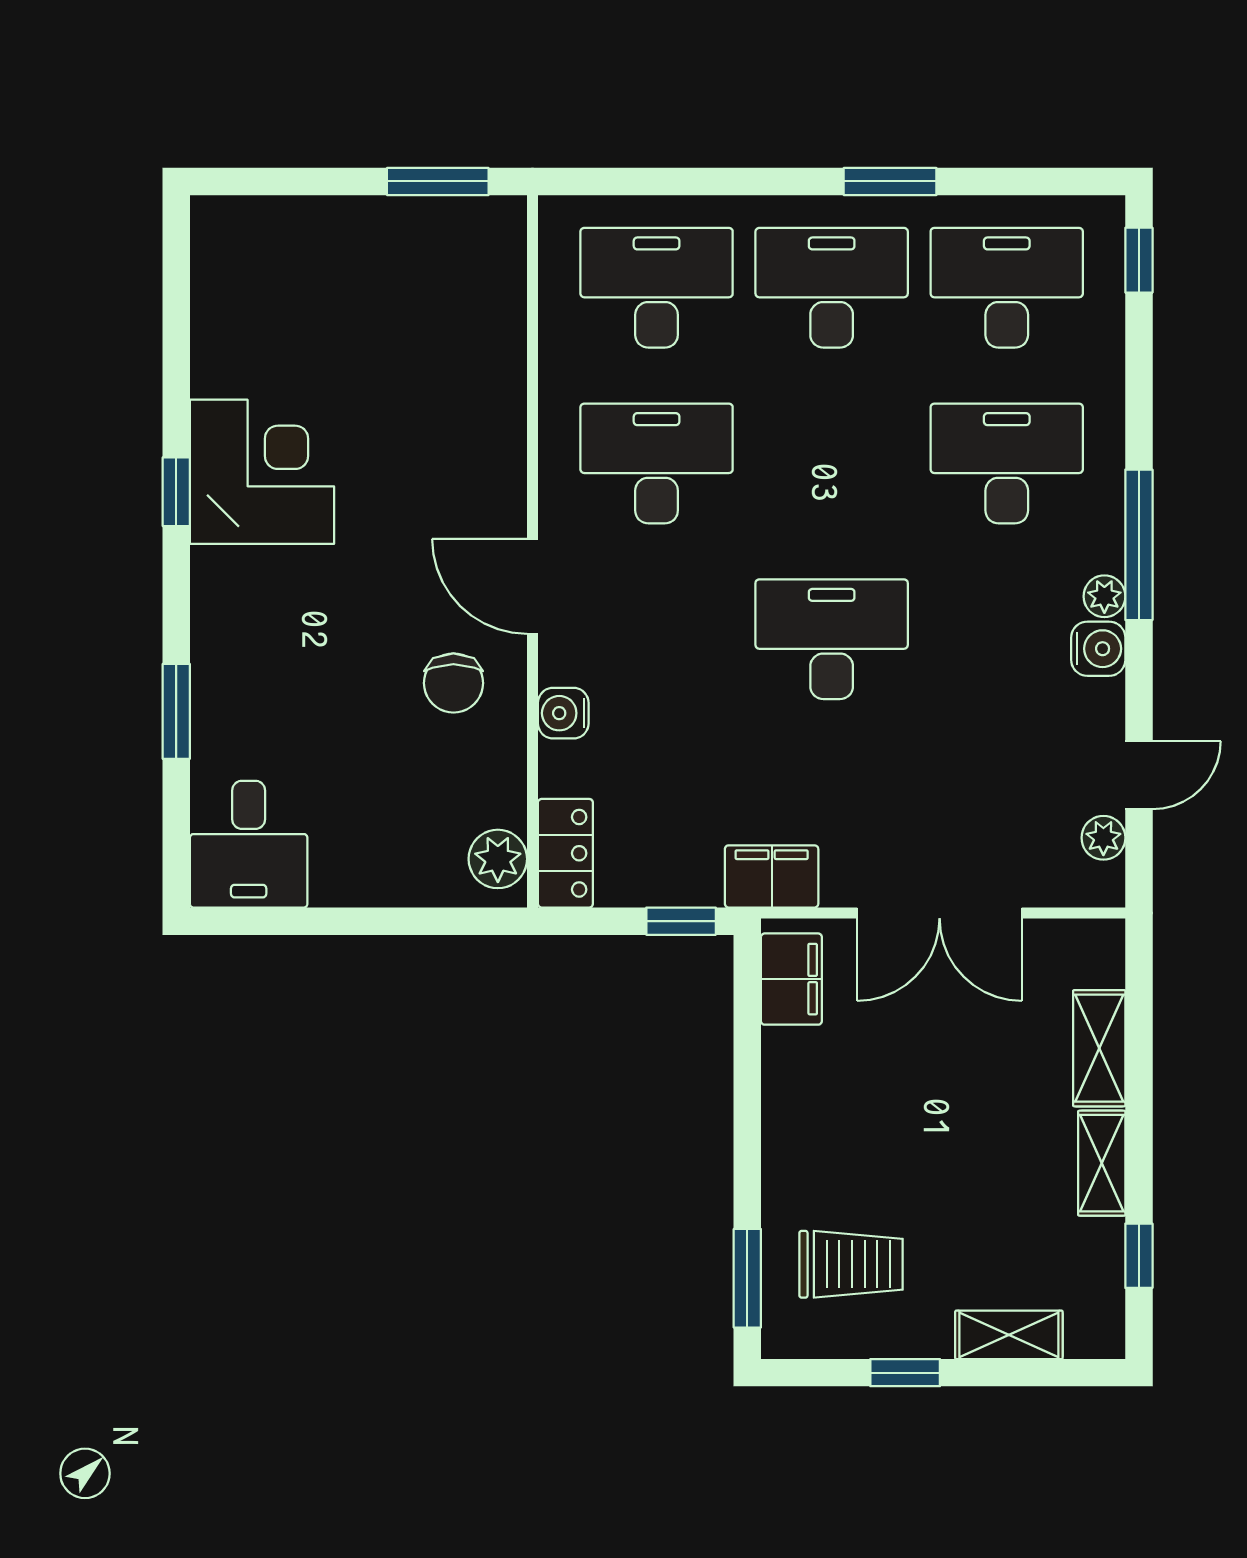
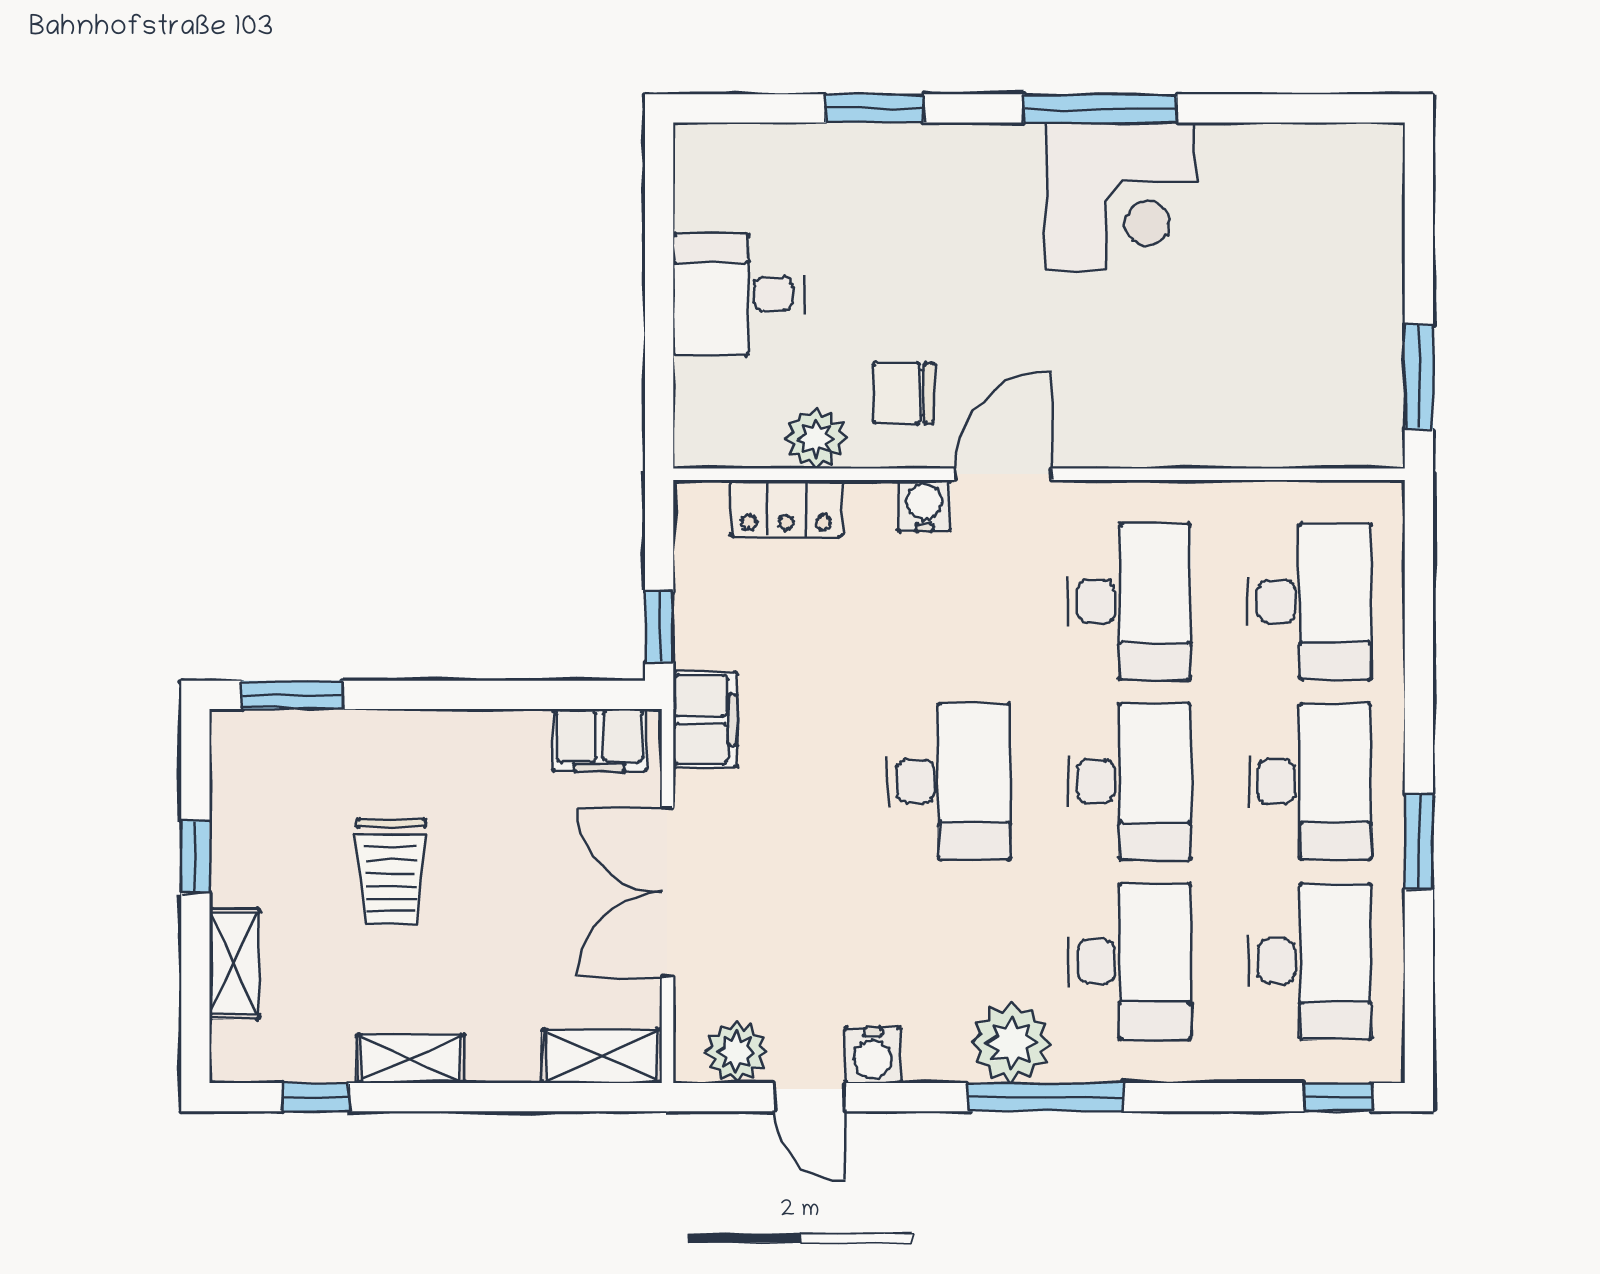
desk: (832, 463) -> (1129, 781), added
window: (176, 492) -> (1100, 108), width x2.17
plant: (1104, 596) -> (1012, 1043), width x1.88, depth x1.88
water cooler: (1098, 649) -> (873, 1055), moved
water cooler: (563, 713) -> (924, 506), moved
plant: (1103, 838) -> (736, 1052), width x1.38, depth x1.38
desk: (249, 844) -> (738, 294), moved
locker: (565, 853) -> (786, 508), moved
plant: (498, 859) -> (816, 439), moved
shelving: (1099, 1048) -> (602, 1056), moved
trolley: (851, 1264) -> (391, 872), moved

